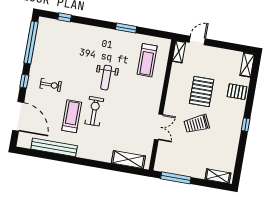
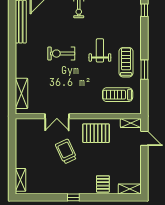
weight bench: (106, 78) -> (100, 50), moved, turned 90
pallet: (202, 91) -> (96, 133), moved
exercise bike: (94, 111) -> (61, 54), turned 180
treadmill: (72, 116) -> (126, 62), moved, turned -90
window: (176, 178) -> (12, 141), removed

